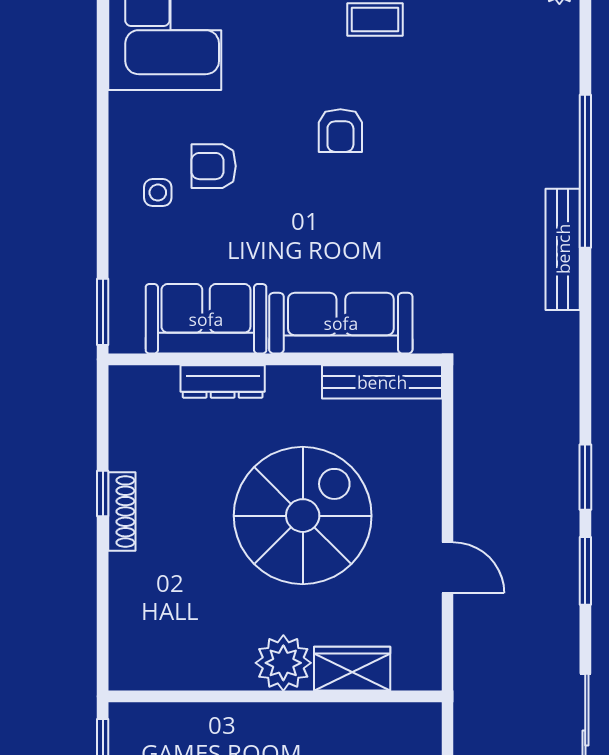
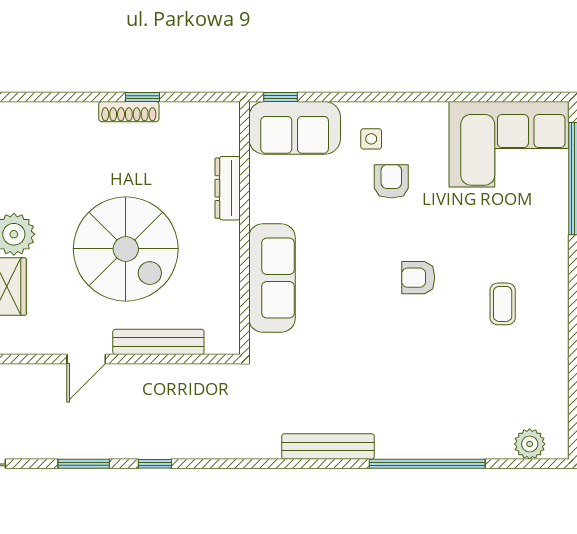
window: (585, 171) -> (427, 464), moved
window: (103, 312) -> (281, 97), width x0.67
sofa: (206, 319) -> (295, 128), moved, turned 90
bench: (382, 382) -> (158, 342), moved, turned 90
window: (585, 477) -> (155, 464), width x0.67

